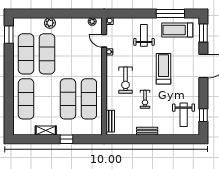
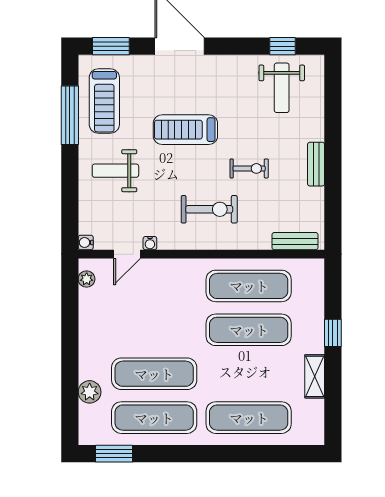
plant: (50, 23) -> (90, 392), moved
weight bench: (184, 115) -> (282, 88), turned 90

